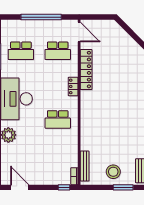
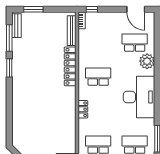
locker: (86, 70) -> (70, 66), moved
school desk: (21, 154) -> (135, 43), added
stool: (113, 172) -> (43, 25), removed

